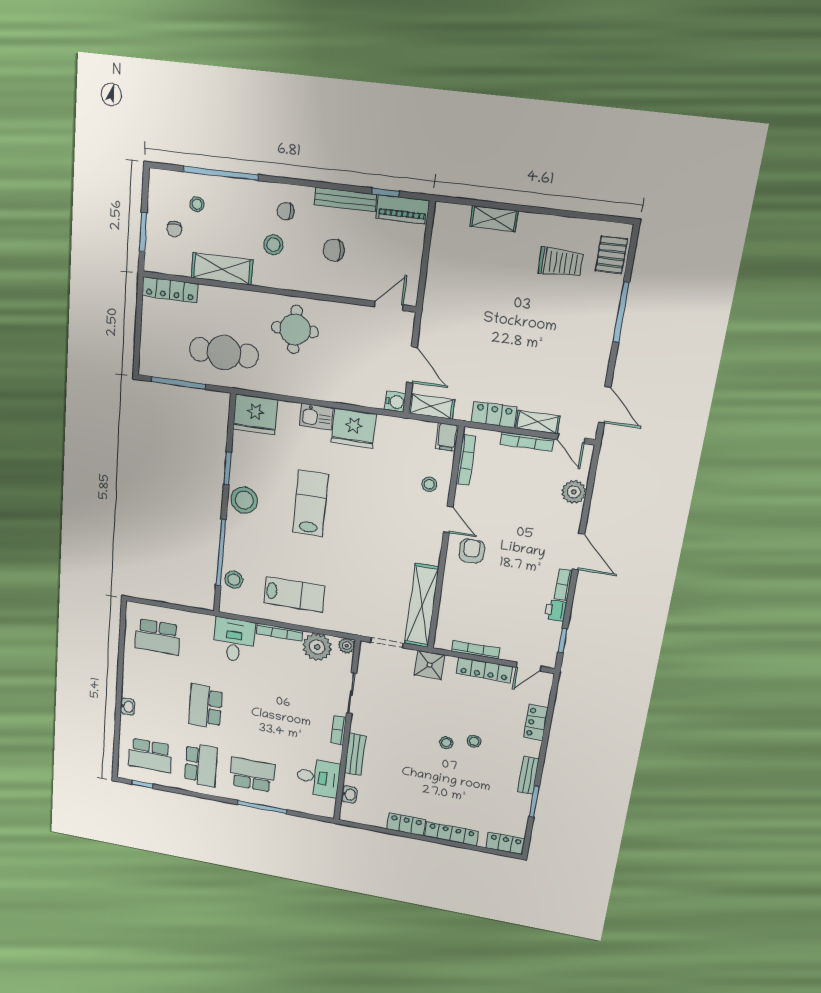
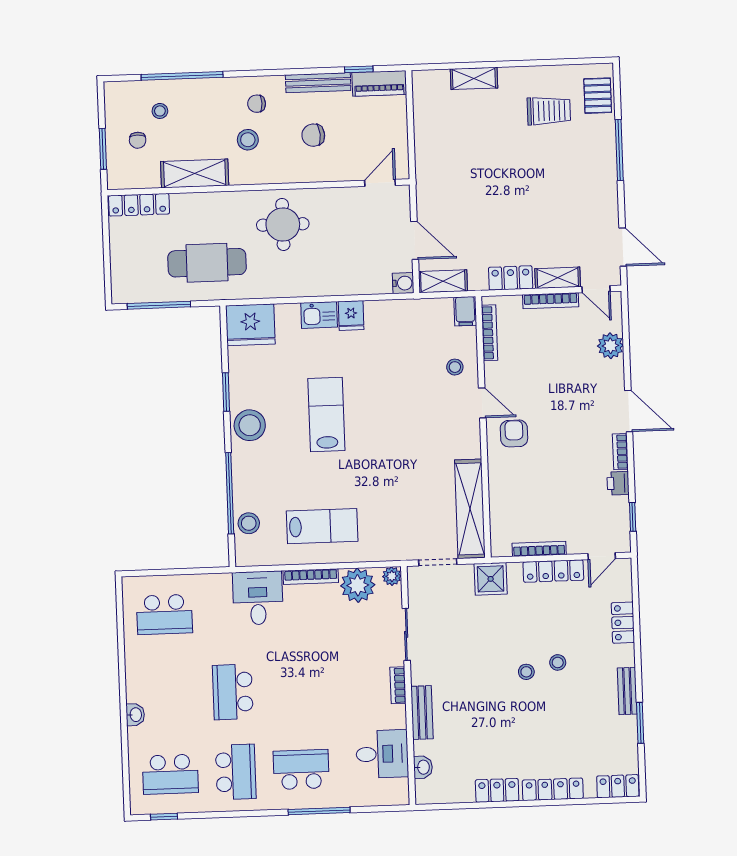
fridge: (354, 428) -> (351, 316), width x0.53, depth x0.75

